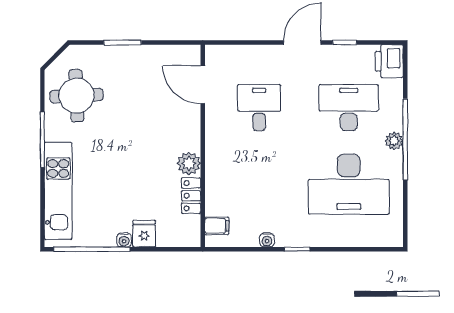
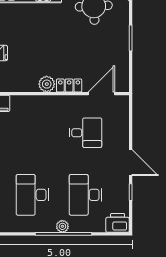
desk: (349, 108) -> (85, 195), turned 180
desk: (349, 184) -> (32, 195), width x0.73, depth x0.77
locker: (191, 196) -> (69, 85), moved

